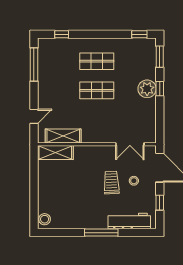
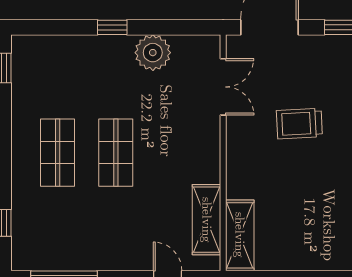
window: (160, 57) -> (48, 27), removed
plant: (147, 89) -> (153, 53), moved
stool: (134, 181) -> (296, 79), removed

